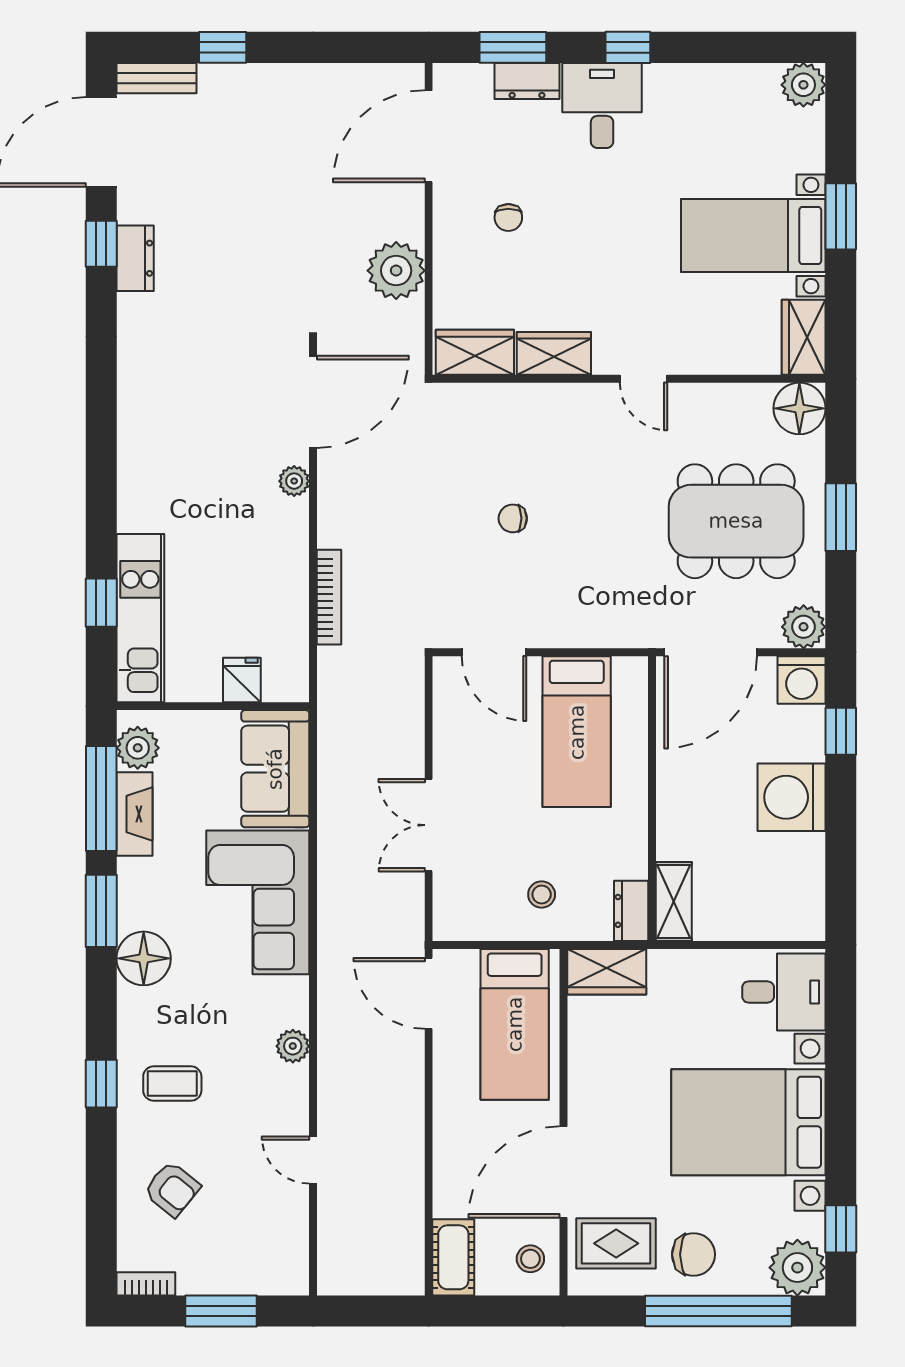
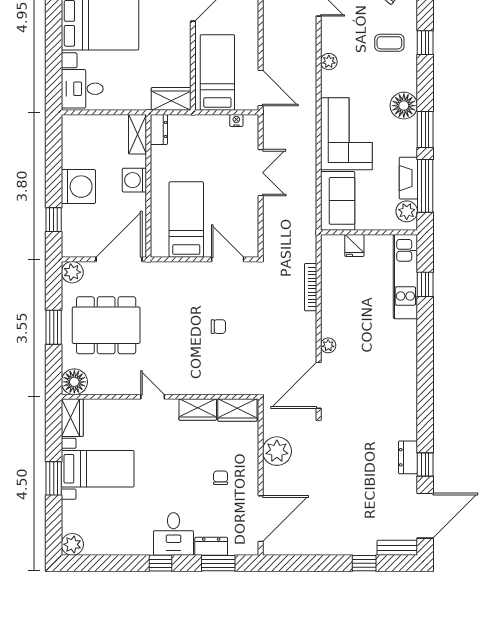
washing machine: (802, 680) -> (134, 180), moved, turned -90
stool: (542, 895) -> (204, 138), removed
nightstand: (477, 929) -> (236, 120), added

